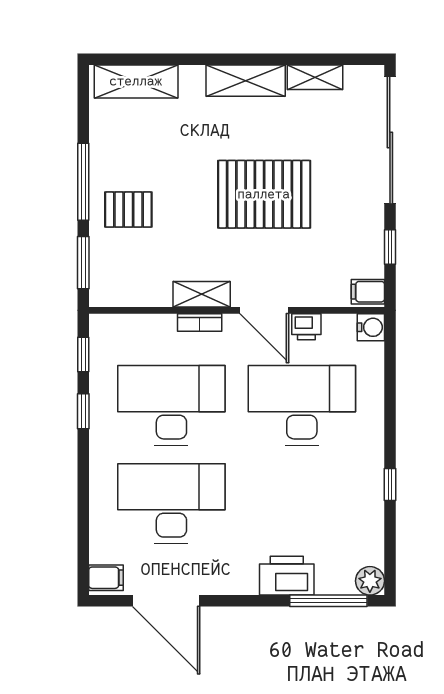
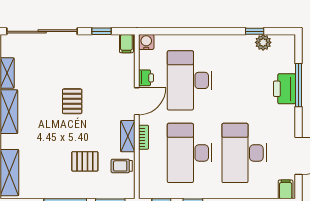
pallet: (264, 194) -> (72, 101), width x0.49, depth x0.50
pallet: (128, 210) -> (85, 161), moved, turned 90
trolley: (148, 283) -> (122, 166), added
window: (390, 485) -> (255, 31), moved
plant: (370, 581) -> (263, 42), moved
window: (328, 601) -> (298, 85), moved

